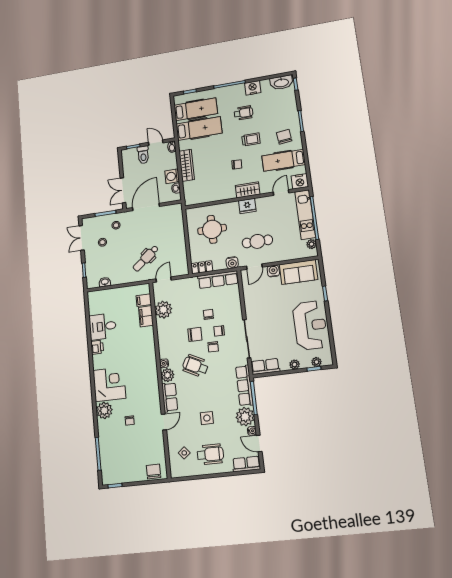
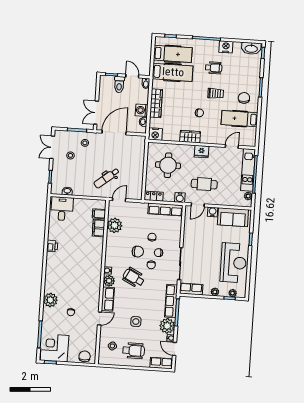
nightstand: (300, 181) -> (155, 134), moved
wardrobe: (248, 190) -> (190, 137), moved
desk: (103, 326) -> (62, 209), moved, turned 90
corner desk: (109, 384) -> (55, 348), moved, turned -90

